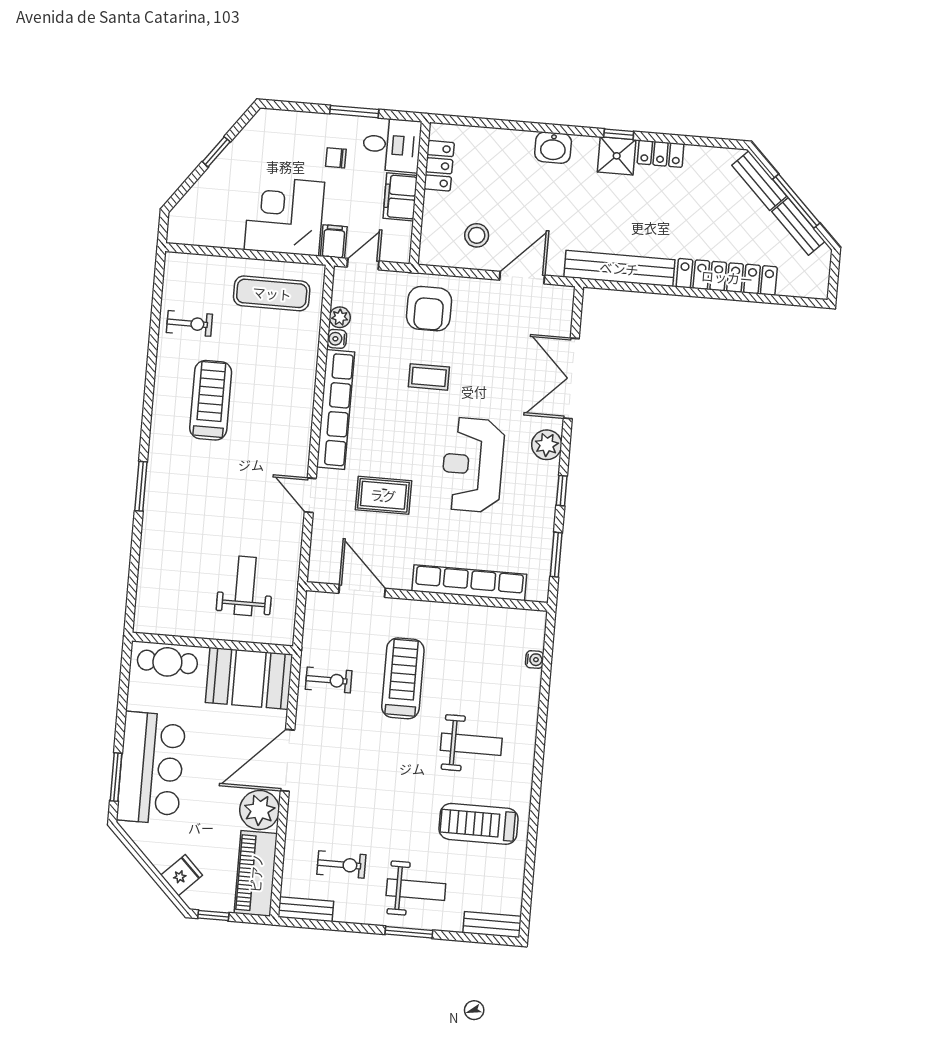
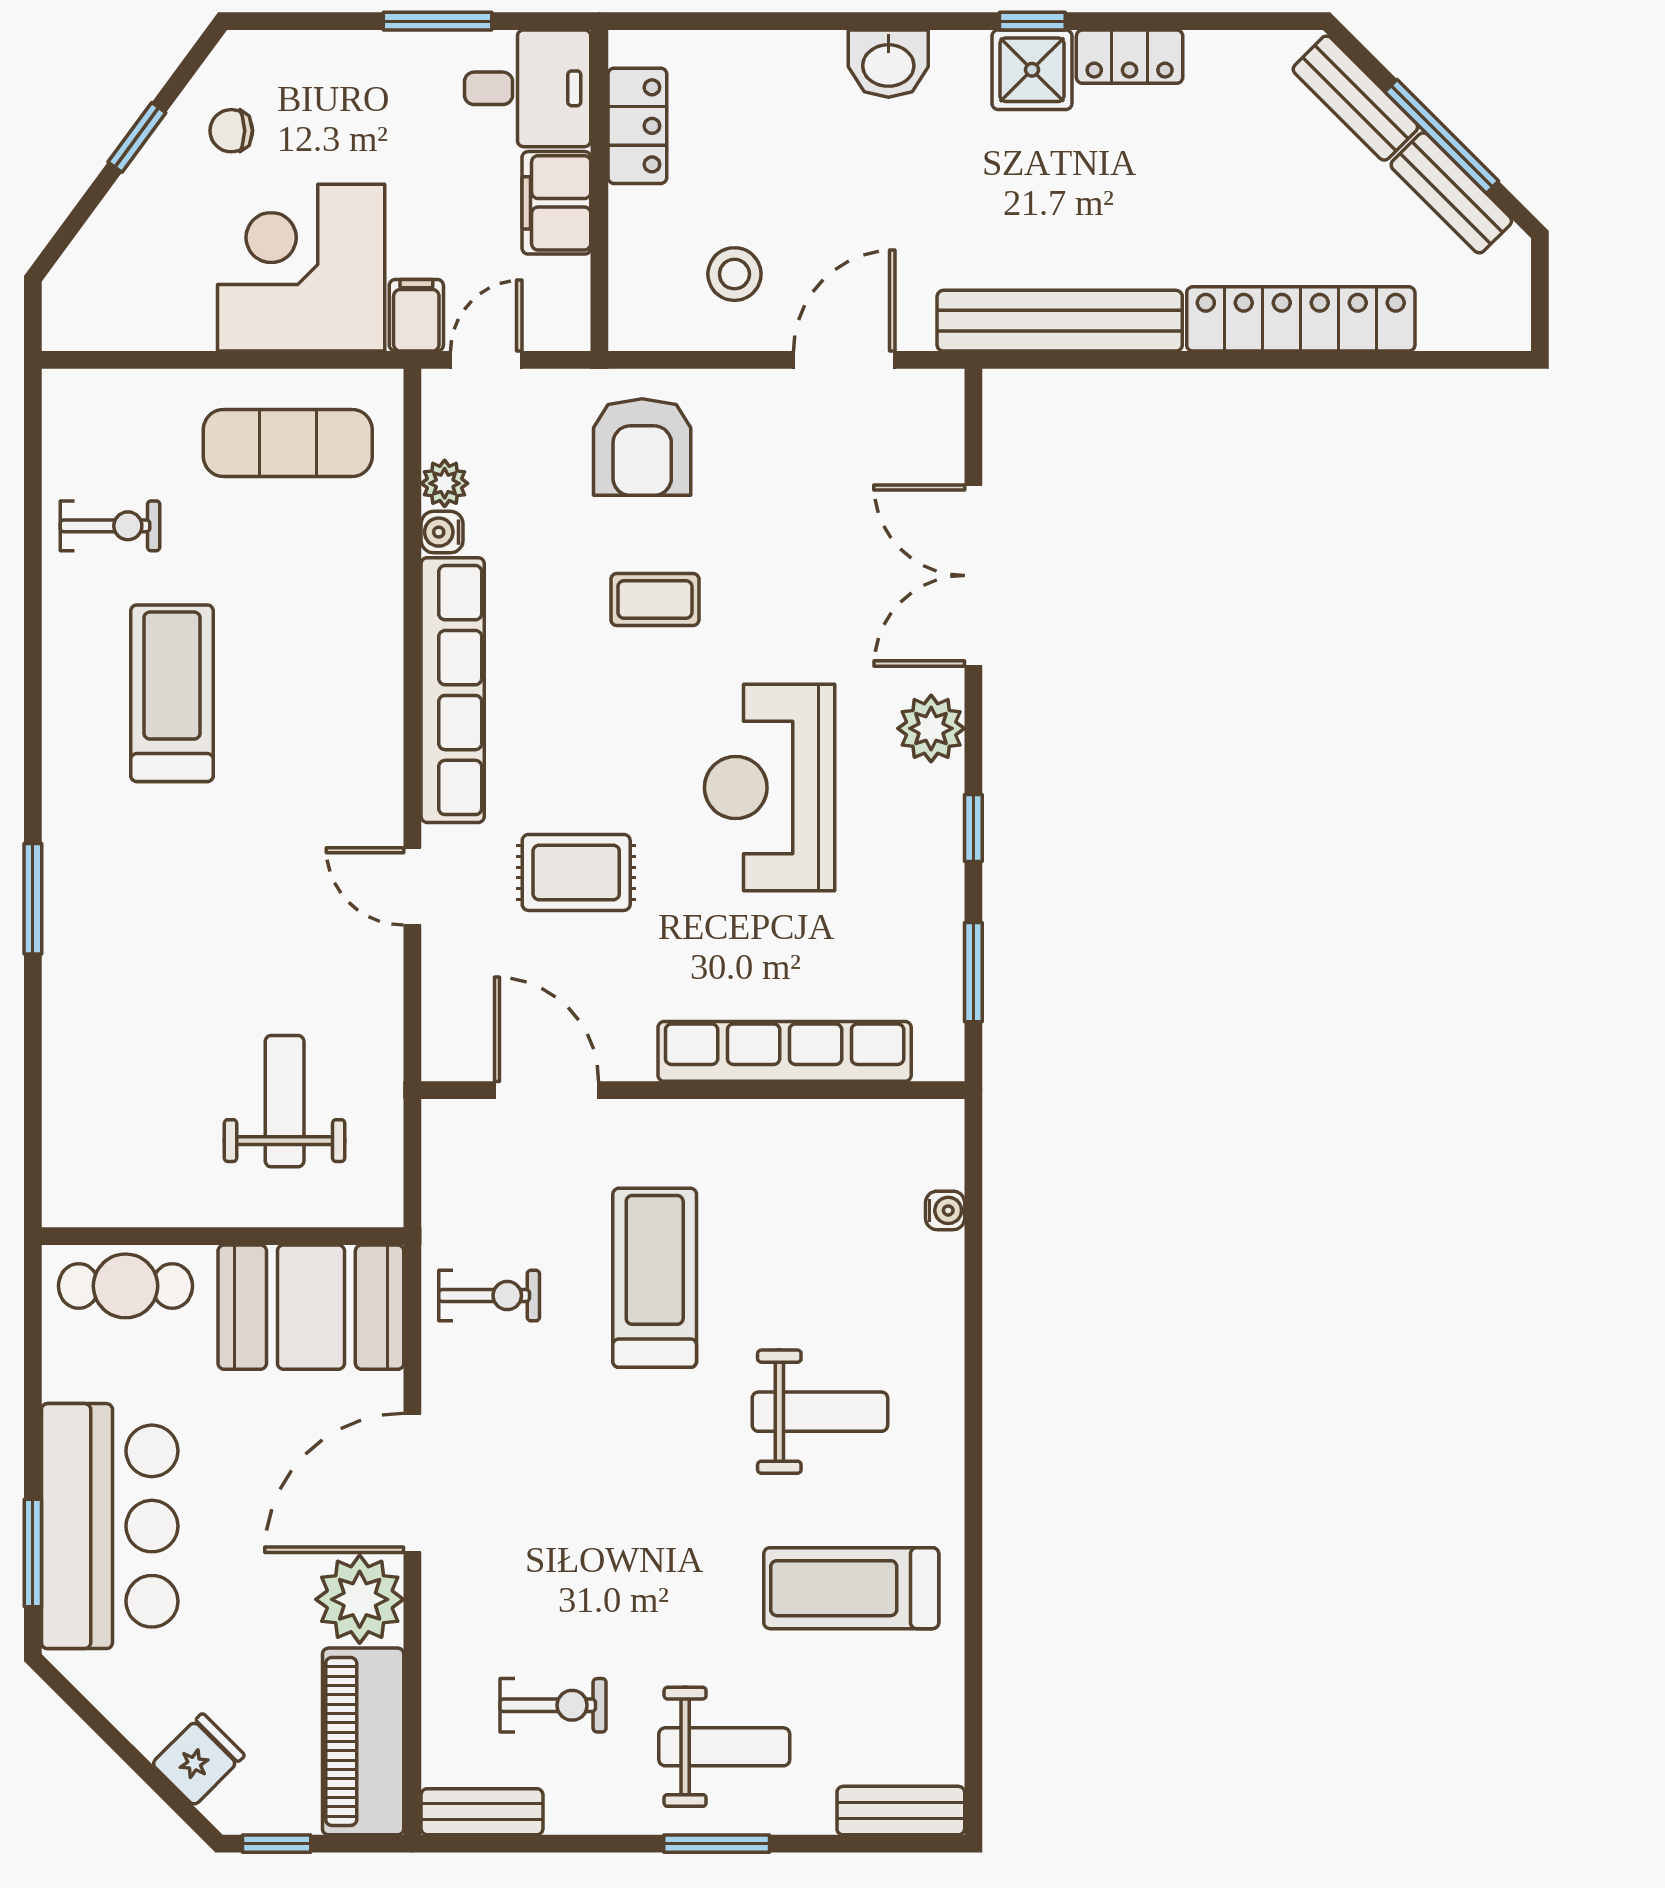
chair: (336, 158) -> (231, 131), moved

